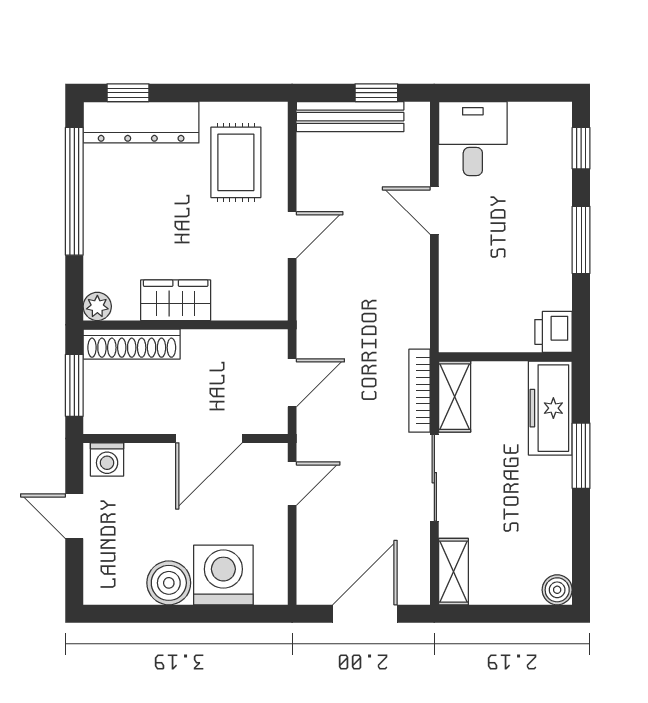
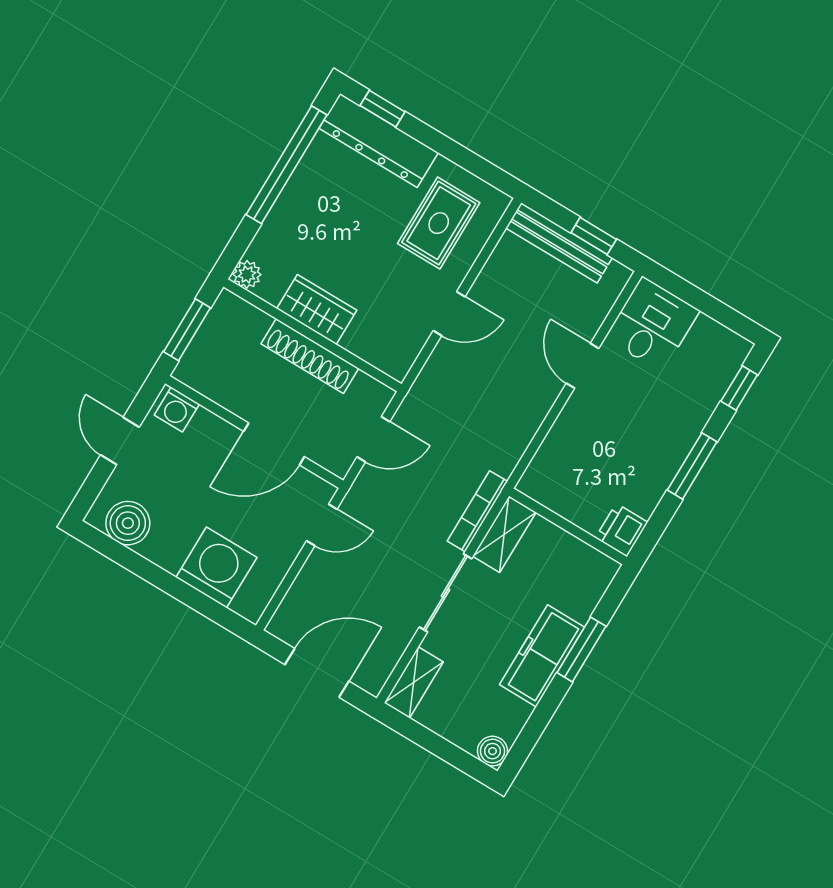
shoe rack: (132, 344) -> (310, 356), moved
freezer: (550, 408) -> (542, 656), moved
boiler: (169, 583) -> (128, 523), moved

